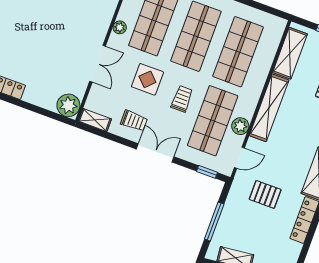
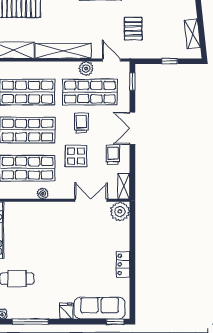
double door: (98, 64) -> (91, 200), moved
trolley: (182, 99) -> (81, 123), turned 90
window: (214, 222) -> (170, 61), width x0.46

